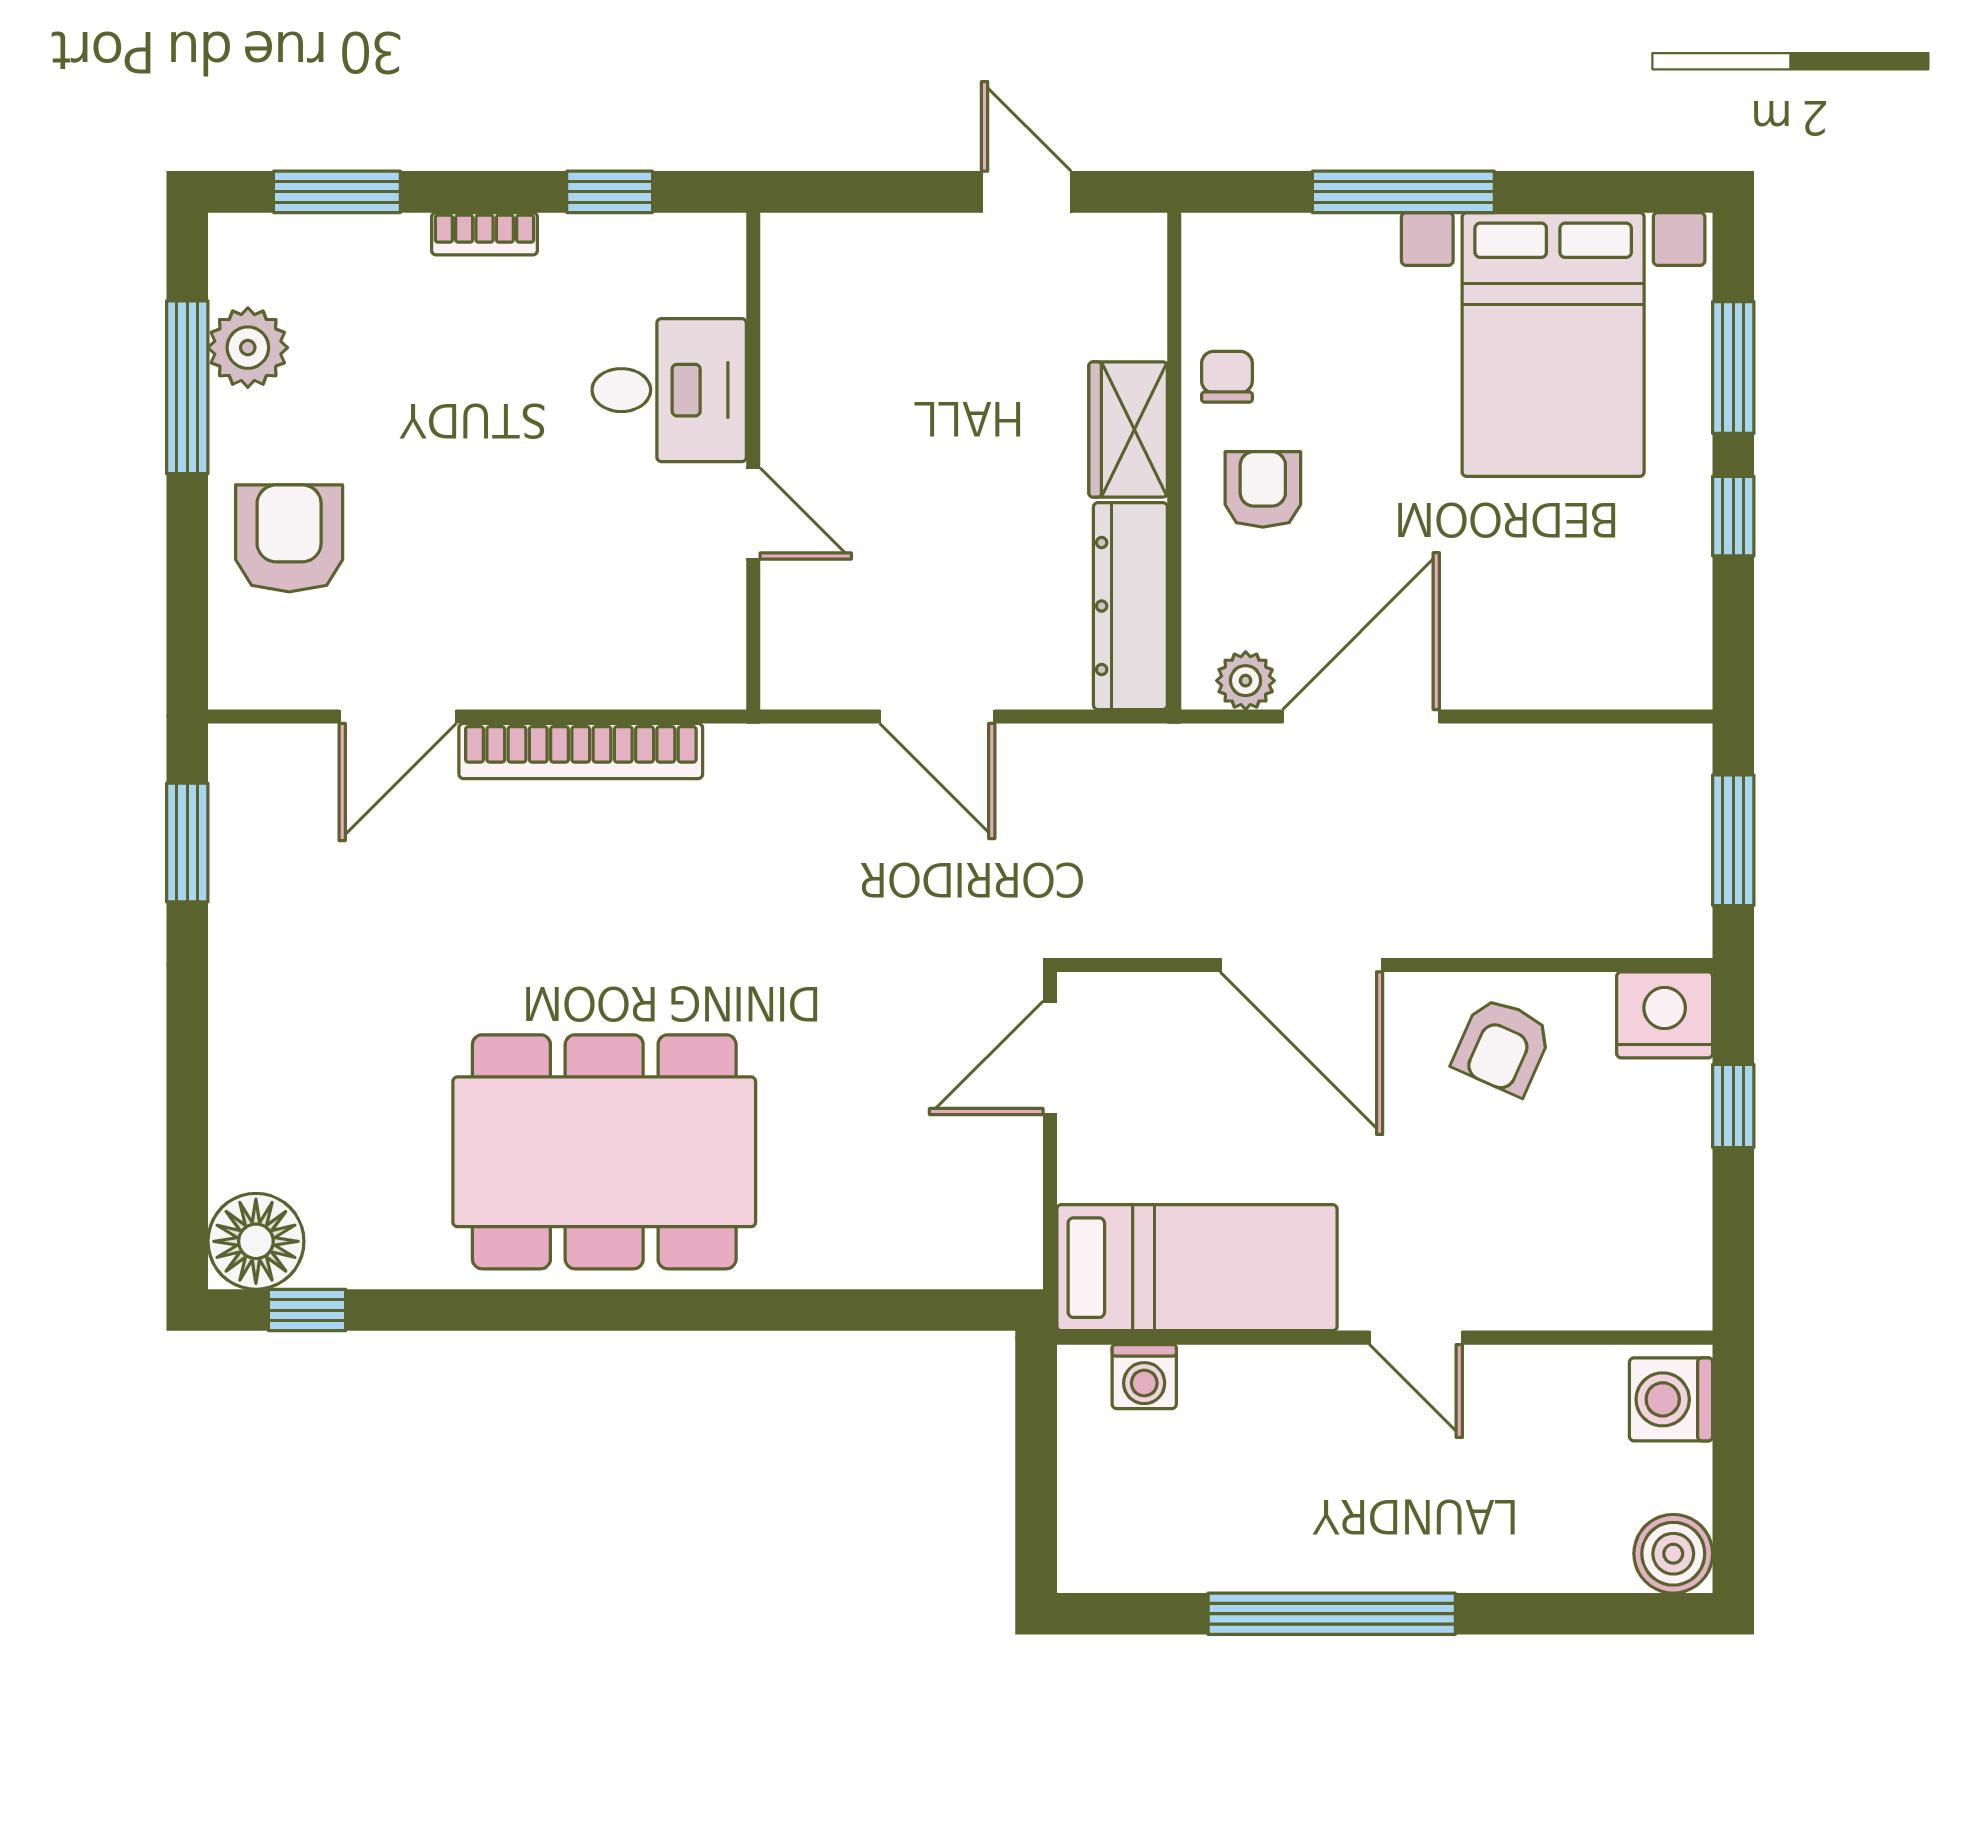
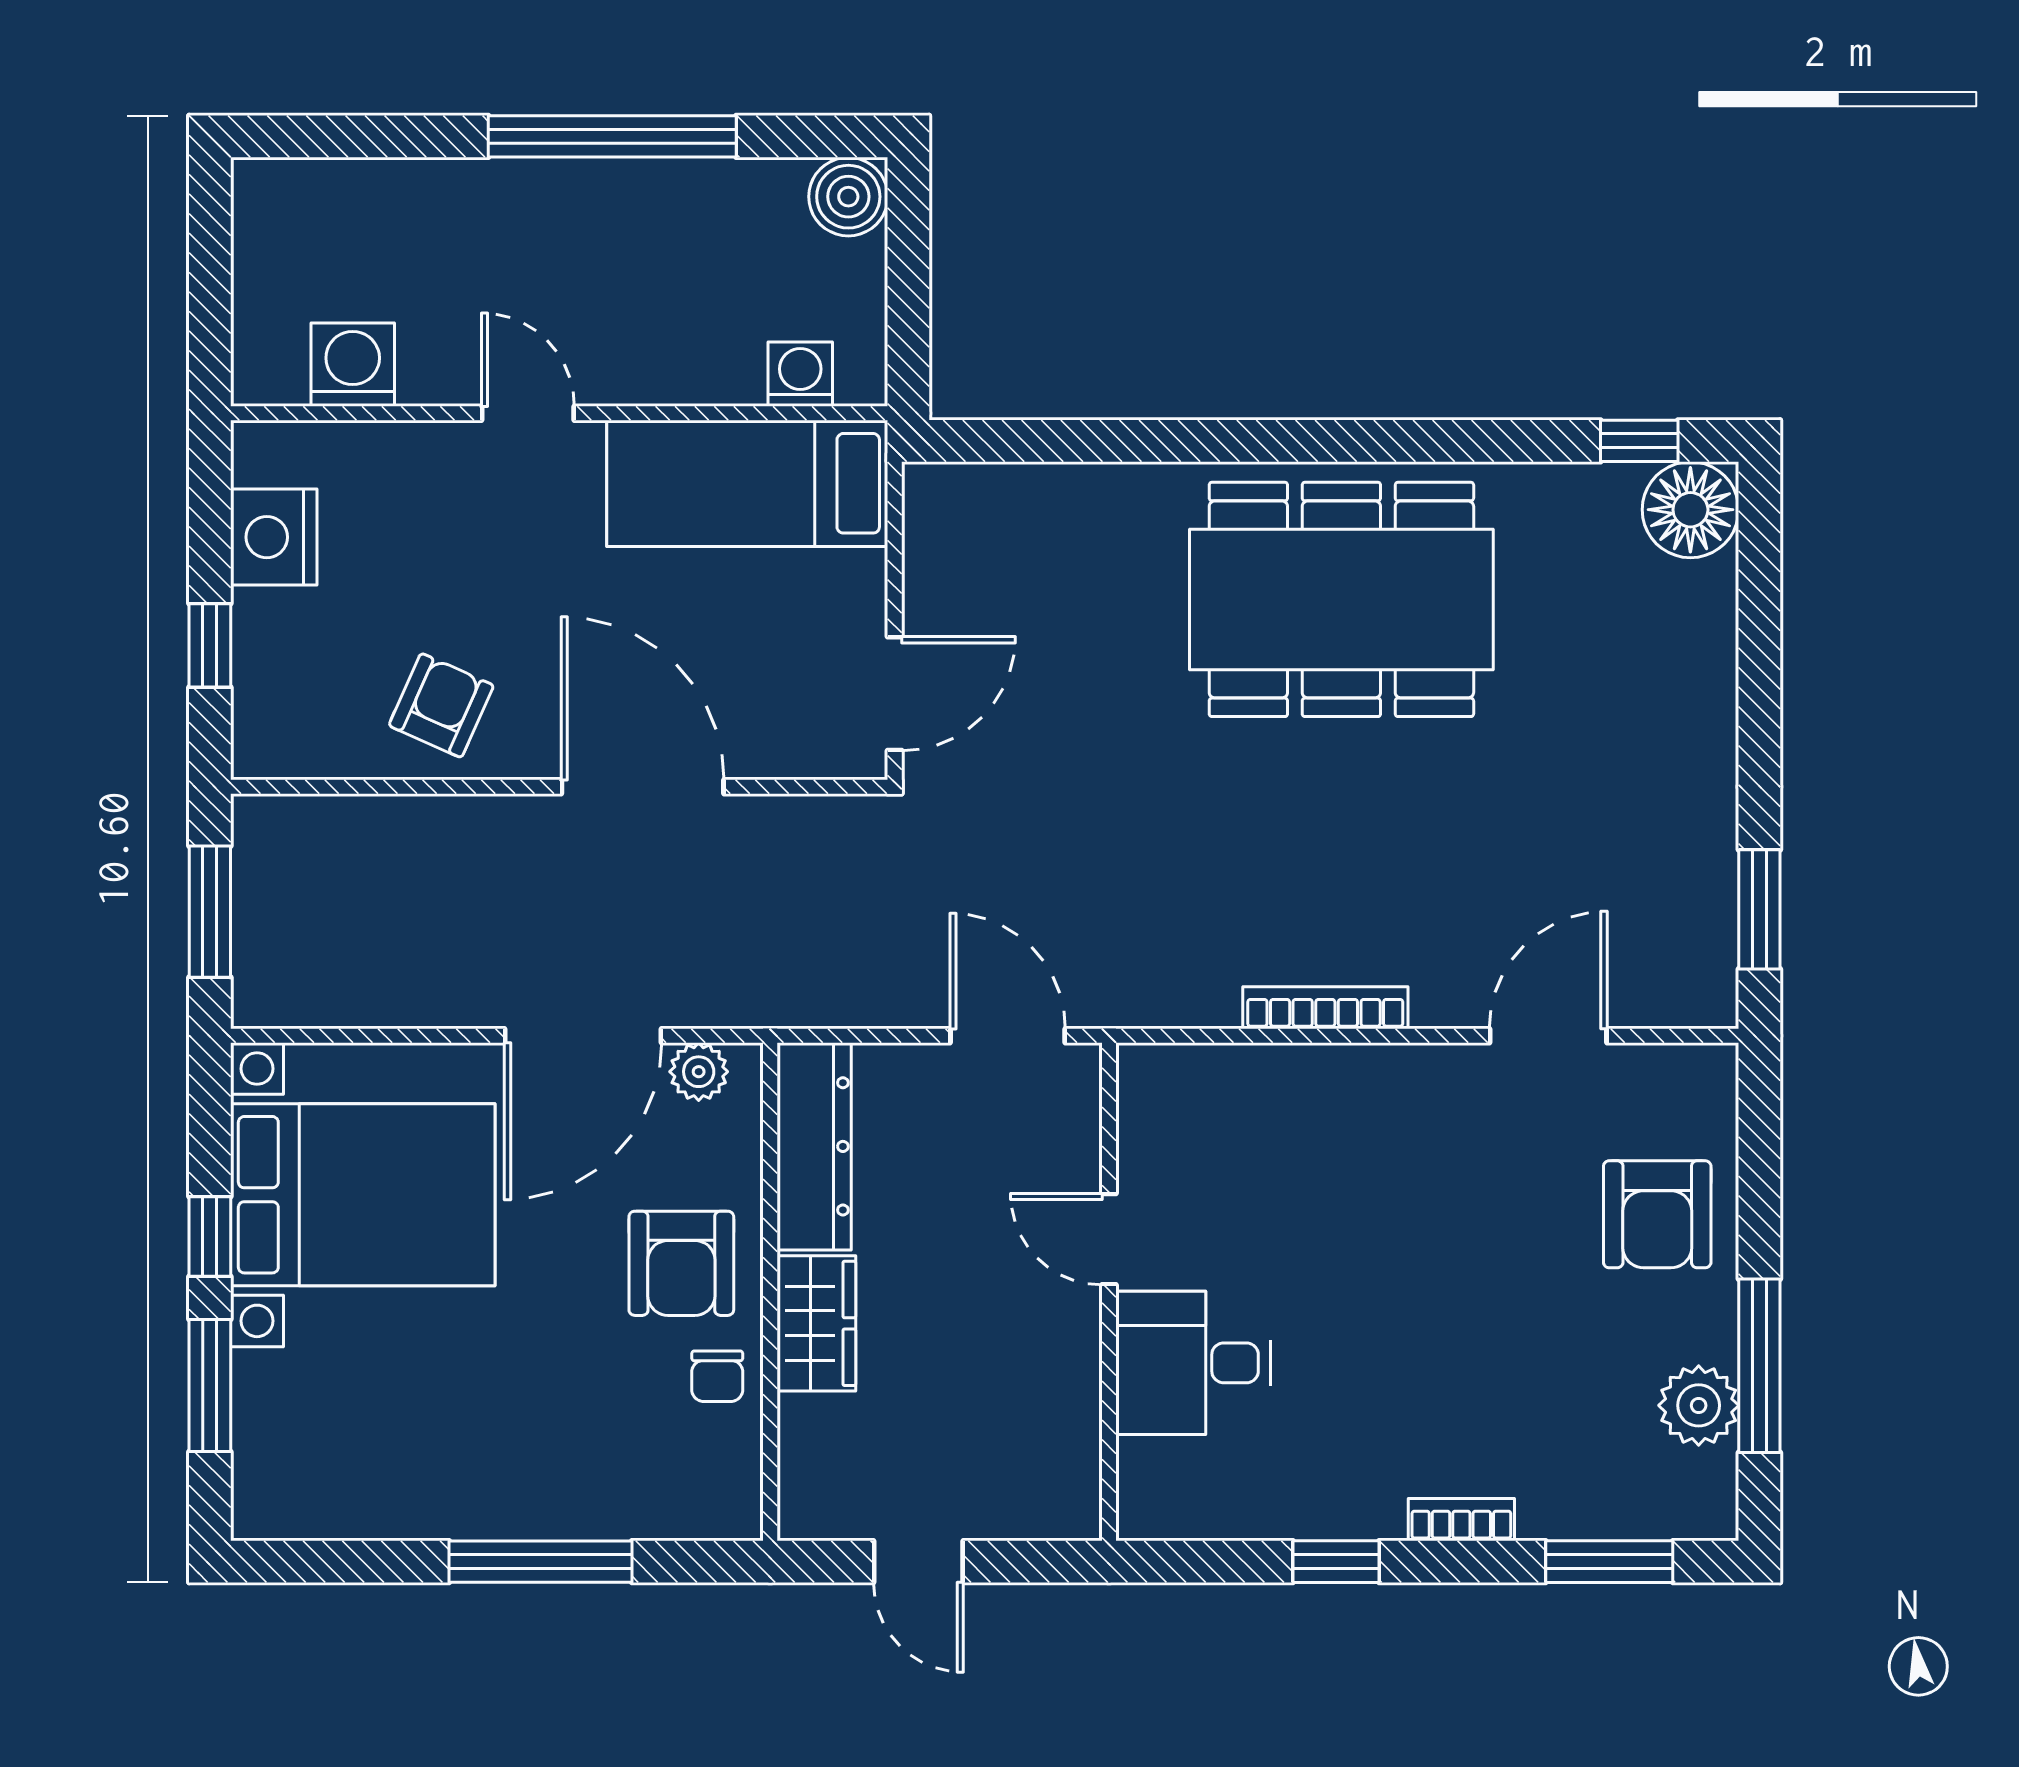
bed with nightstands: (1553, 344) -> (363, 1195), moved, turned 90
desk: (669, 390) -> (1193, 1363), moved
wall: (753, 461) -> (1109, 1292), moved
armchair: (1263, 489) -> (681, 1263), width x1.38, depth x1.38
door: (753, 513) -> (1109, 1239), moved
bookcase: (581, 751) -> (1325, 1008), width x0.68, depth x0.76
nightstand: (1665, 1015) -> (274, 537), moved, turned 90
washing machine: (1671, 1399) -> (353, 365), moved, turned -90
boiler: (1673, 1554) -> (848, 197), moved

